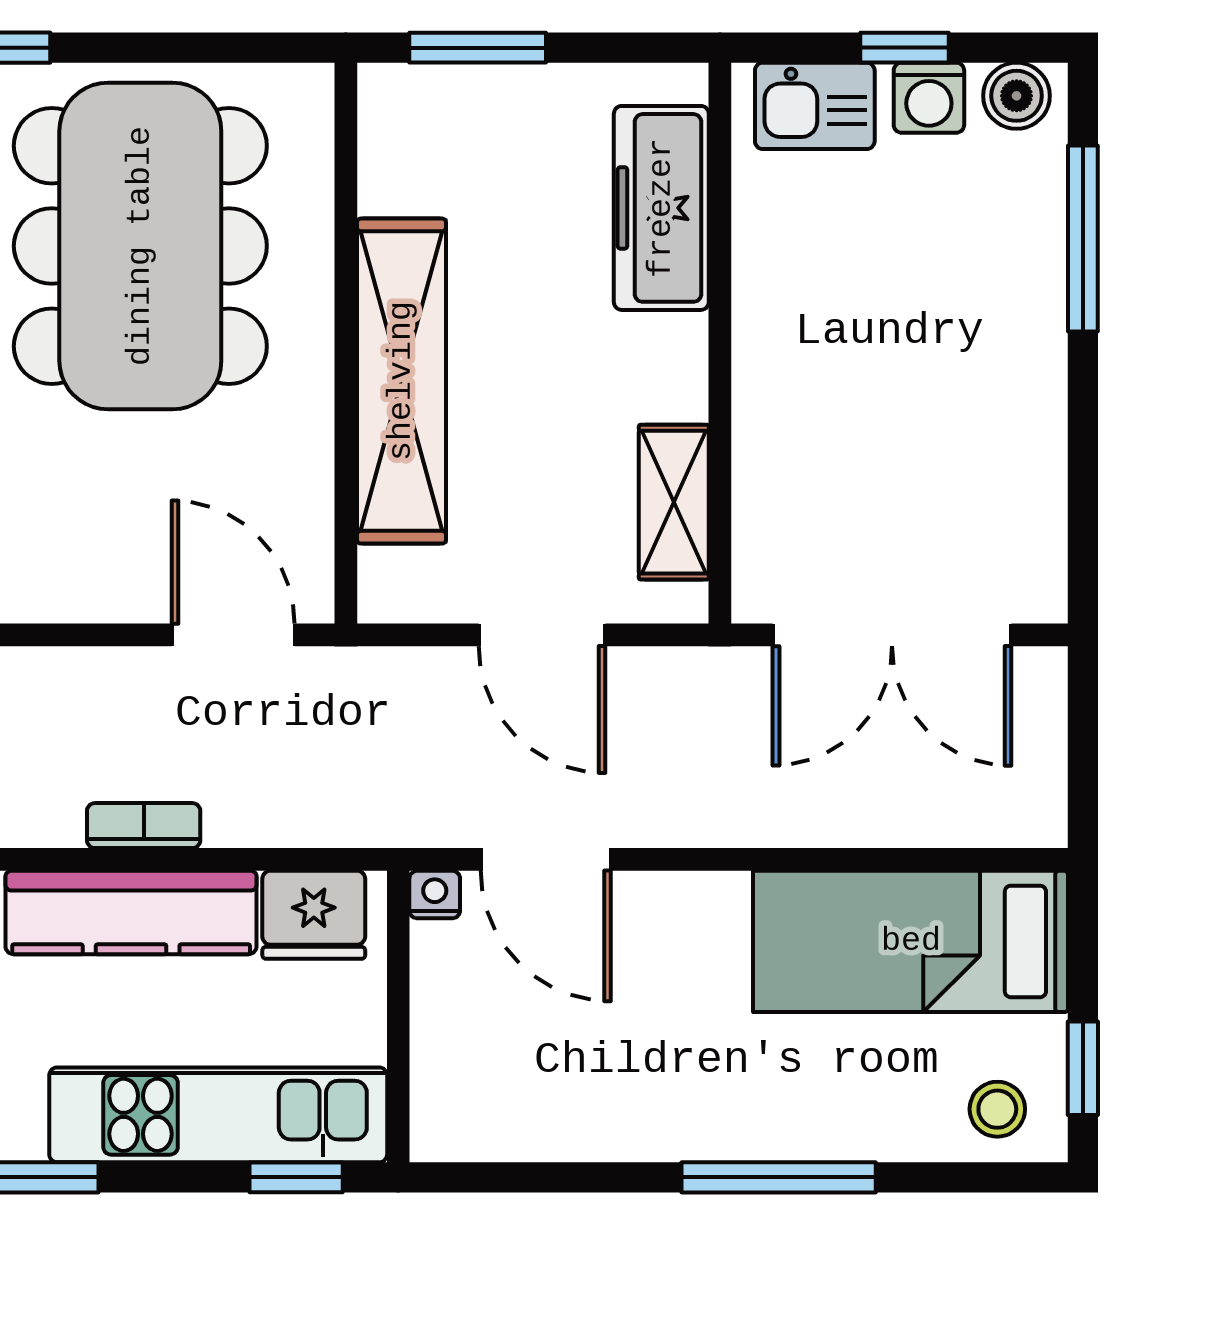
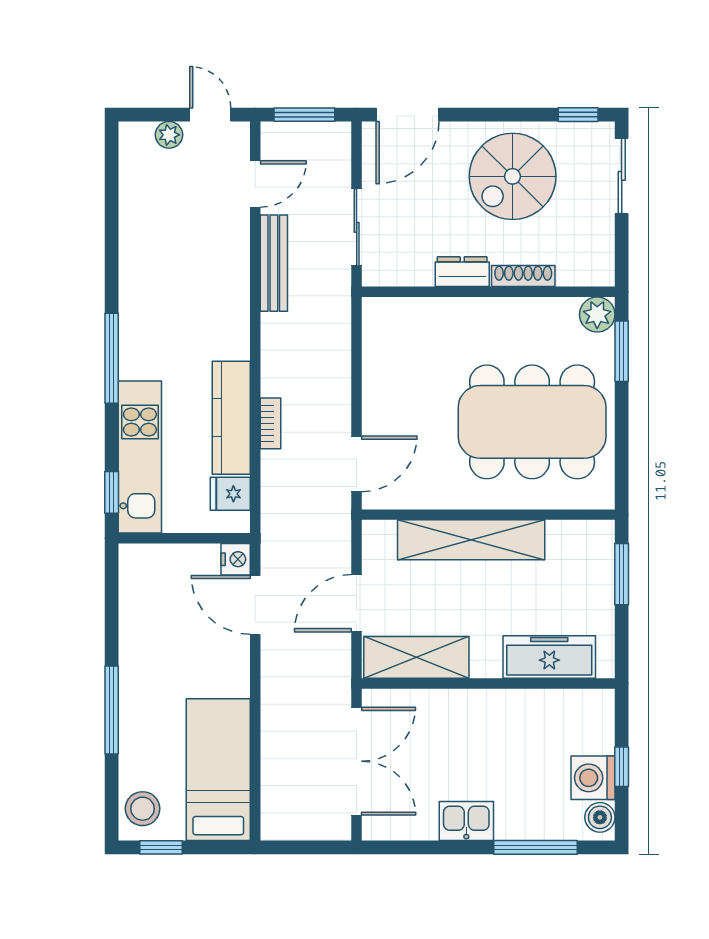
washing machine: (929, 98) -> (593, 778), width x1.38, depth x1.38
kitchen sink: (815, 106) -> (466, 821), moved, turned 90
shelving: (674, 502) -> (416, 657), width x1.50, depth x1.33
double door: (892, 635) -> (357, 761), swing flipped
door: (546, 859) -> (255, 605), hinge flipped
nightstand: (435, 895) -> (236, 559), width x1.39, depth x1.35
fridge: (314, 915) -> (230, 494), width x0.72
stool: (997, 1109) -> (143, 809), width x1.37, depth x1.37

